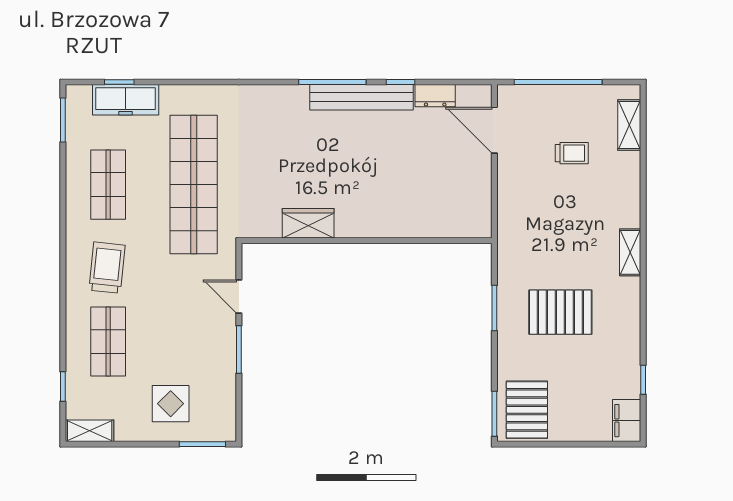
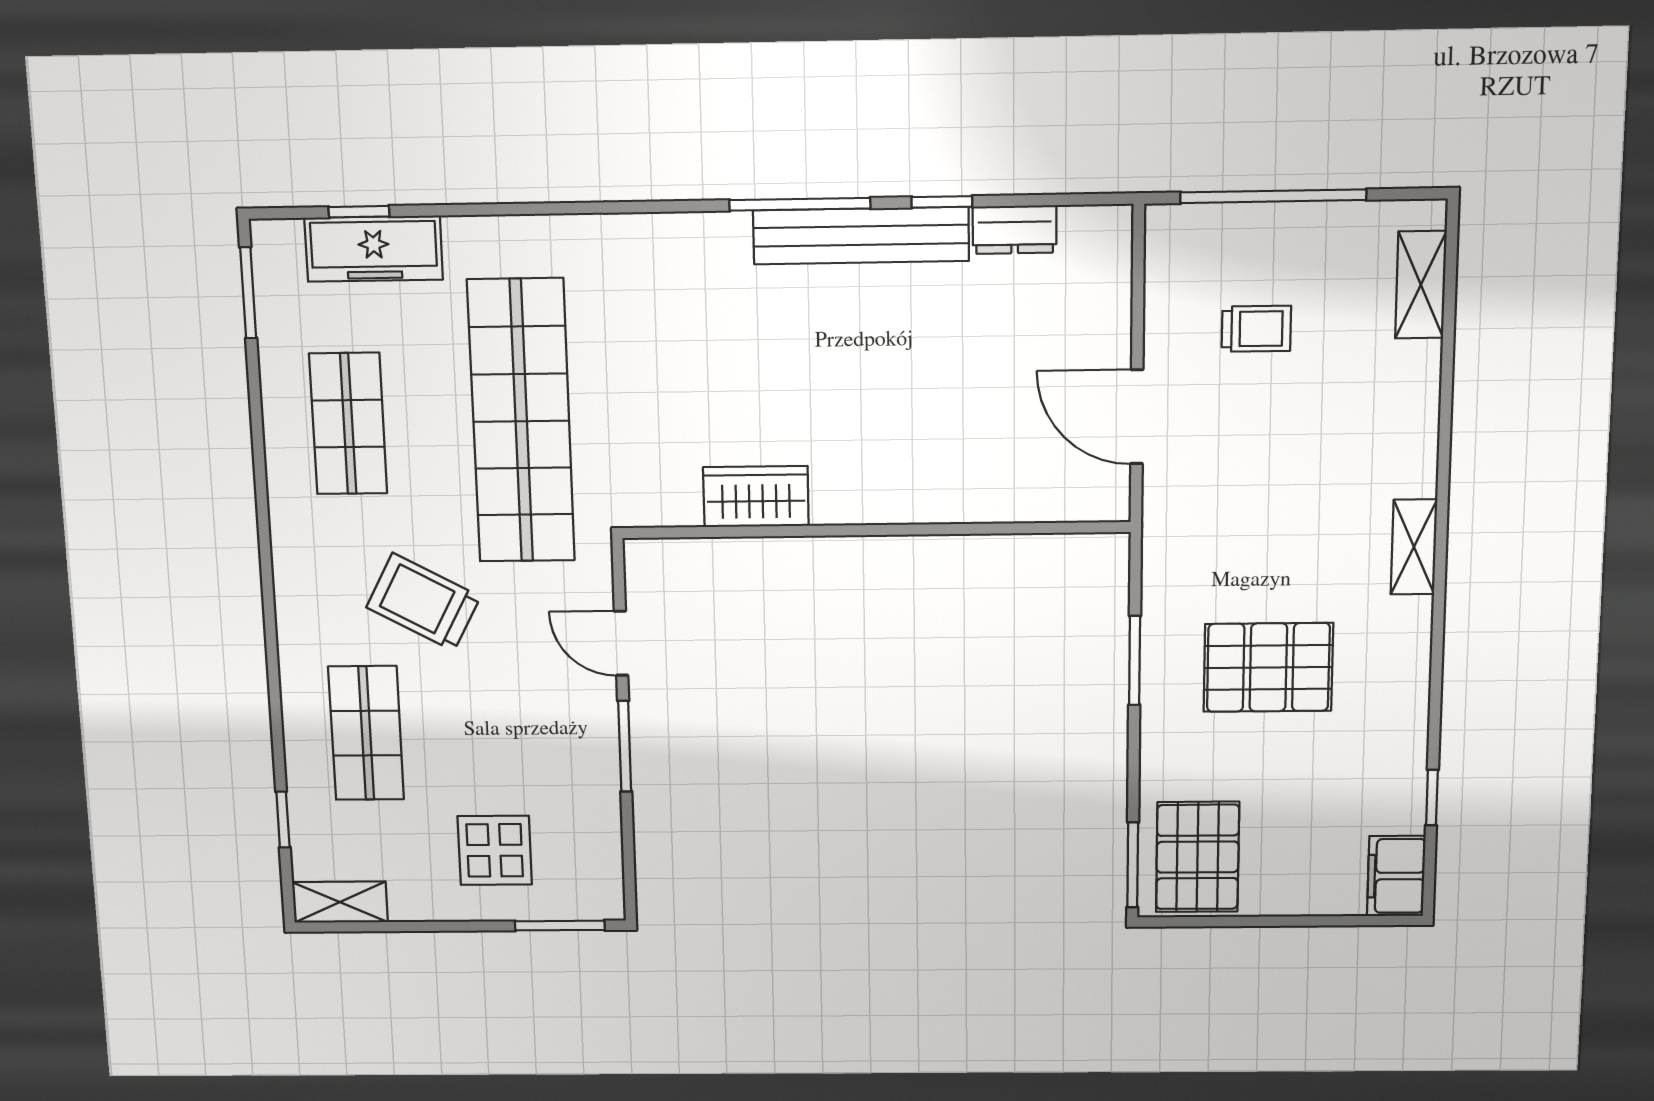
door: (494, 130) -> (1137, 417), moved
trolley: (572, 153) -> (1256, 329), moved
trolley: (107, 268) -> (423, 602), moved, turned -68

